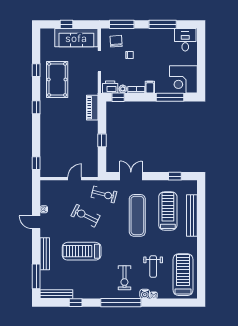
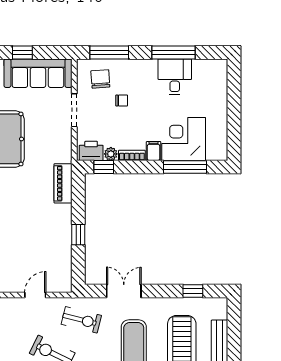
desk: (185, 40) -> (175, 77), moved
corner desk: (183, 79) -> (184, 139), moved, turned 90

